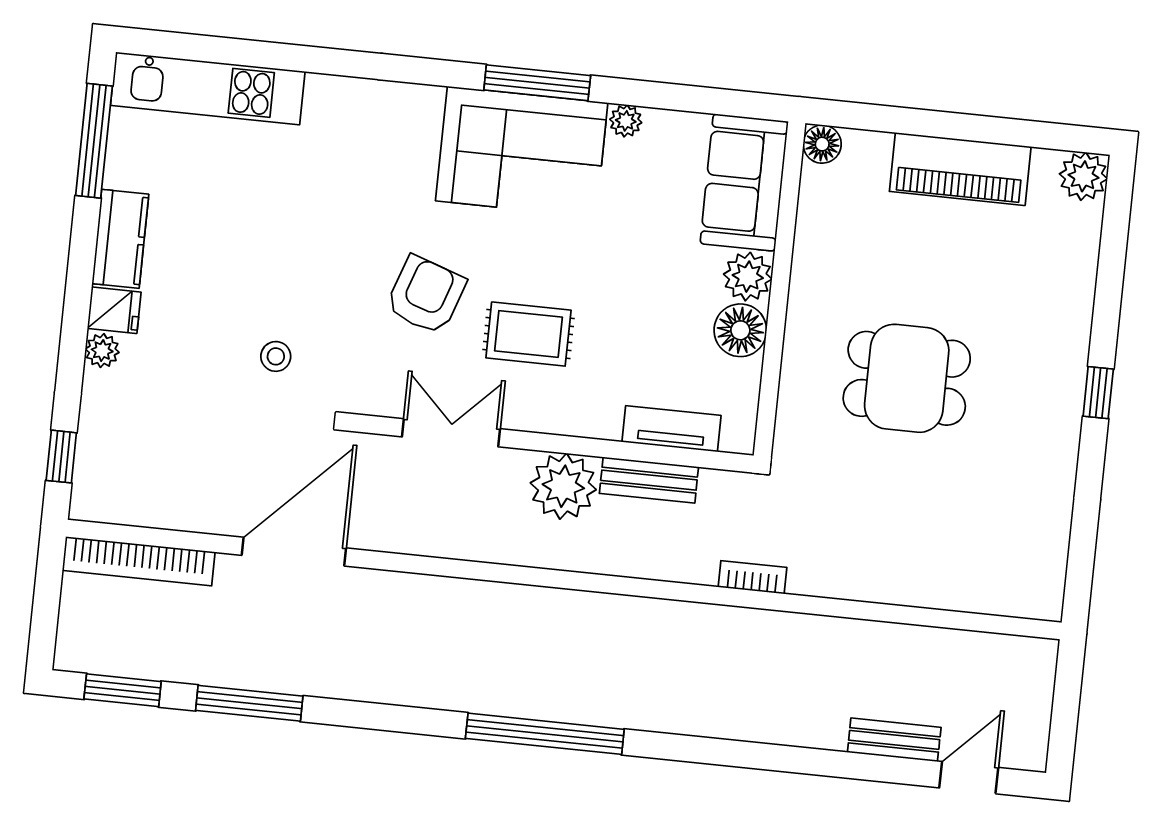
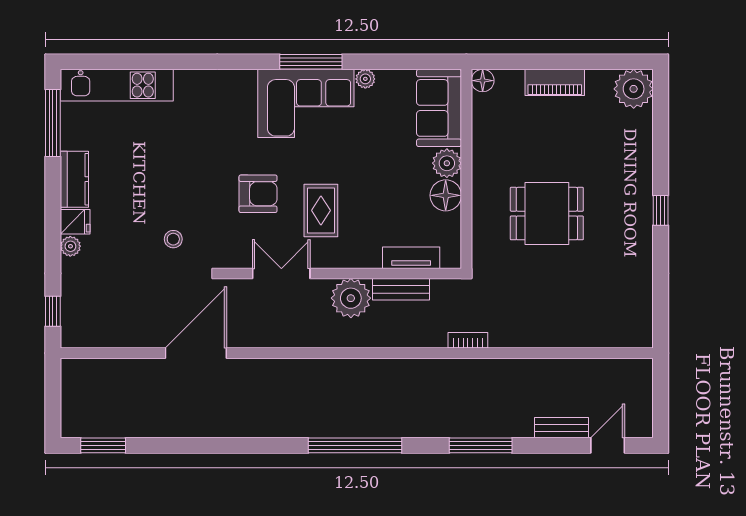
piano: (960, 169) -> (555, 82), width x0.73, depth x0.75
plant: (1083, 176) -> (634, 89), width x1.36, depth x1.36
armchair: (426, 295) -> (258, 194), turned 71
rug: (528, 334) -> (321, 210), turned 90
bookcase: (139, 561) -> (105, 368), removed
window: (249, 703) -> (481, 445), moved

